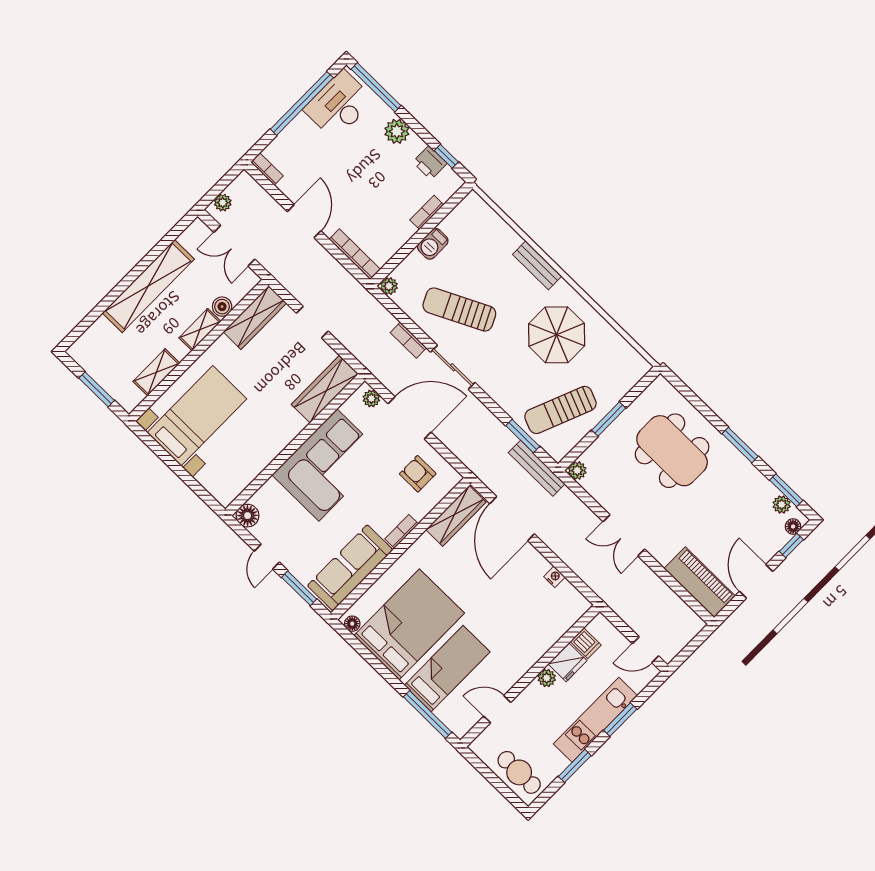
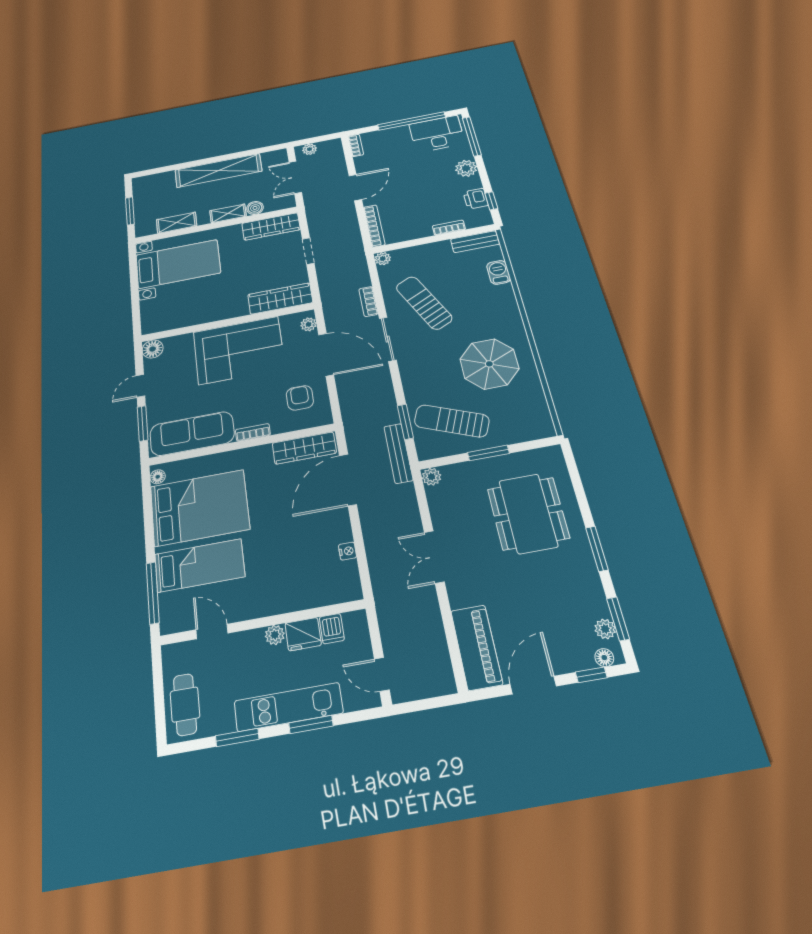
barbecue: (433, 244) -> (499, 272), moved, turned 90
bench: (537, 265) -> (475, 242), moved, turned 90

